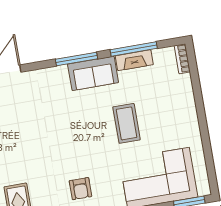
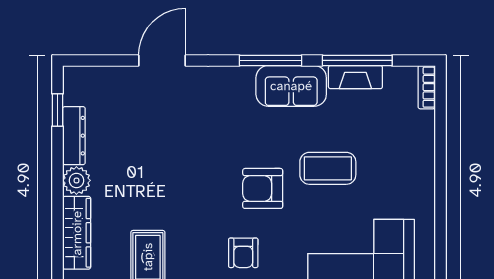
coffee table: (127, 123) -> (328, 168), turned 90
armchair: (86, 144) -> (263, 188), added

